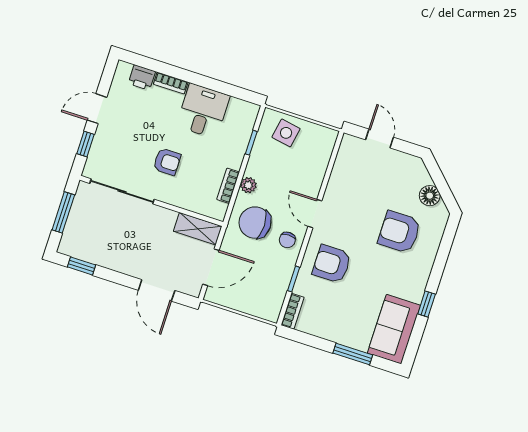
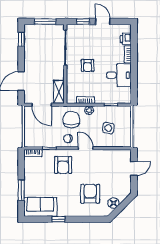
side table: (286, 133) -> (108, 128), moved
door: (315, 214) -> (86, 148), hinge flipped
armchair: (332, 264) -> (63, 165), turned 180

